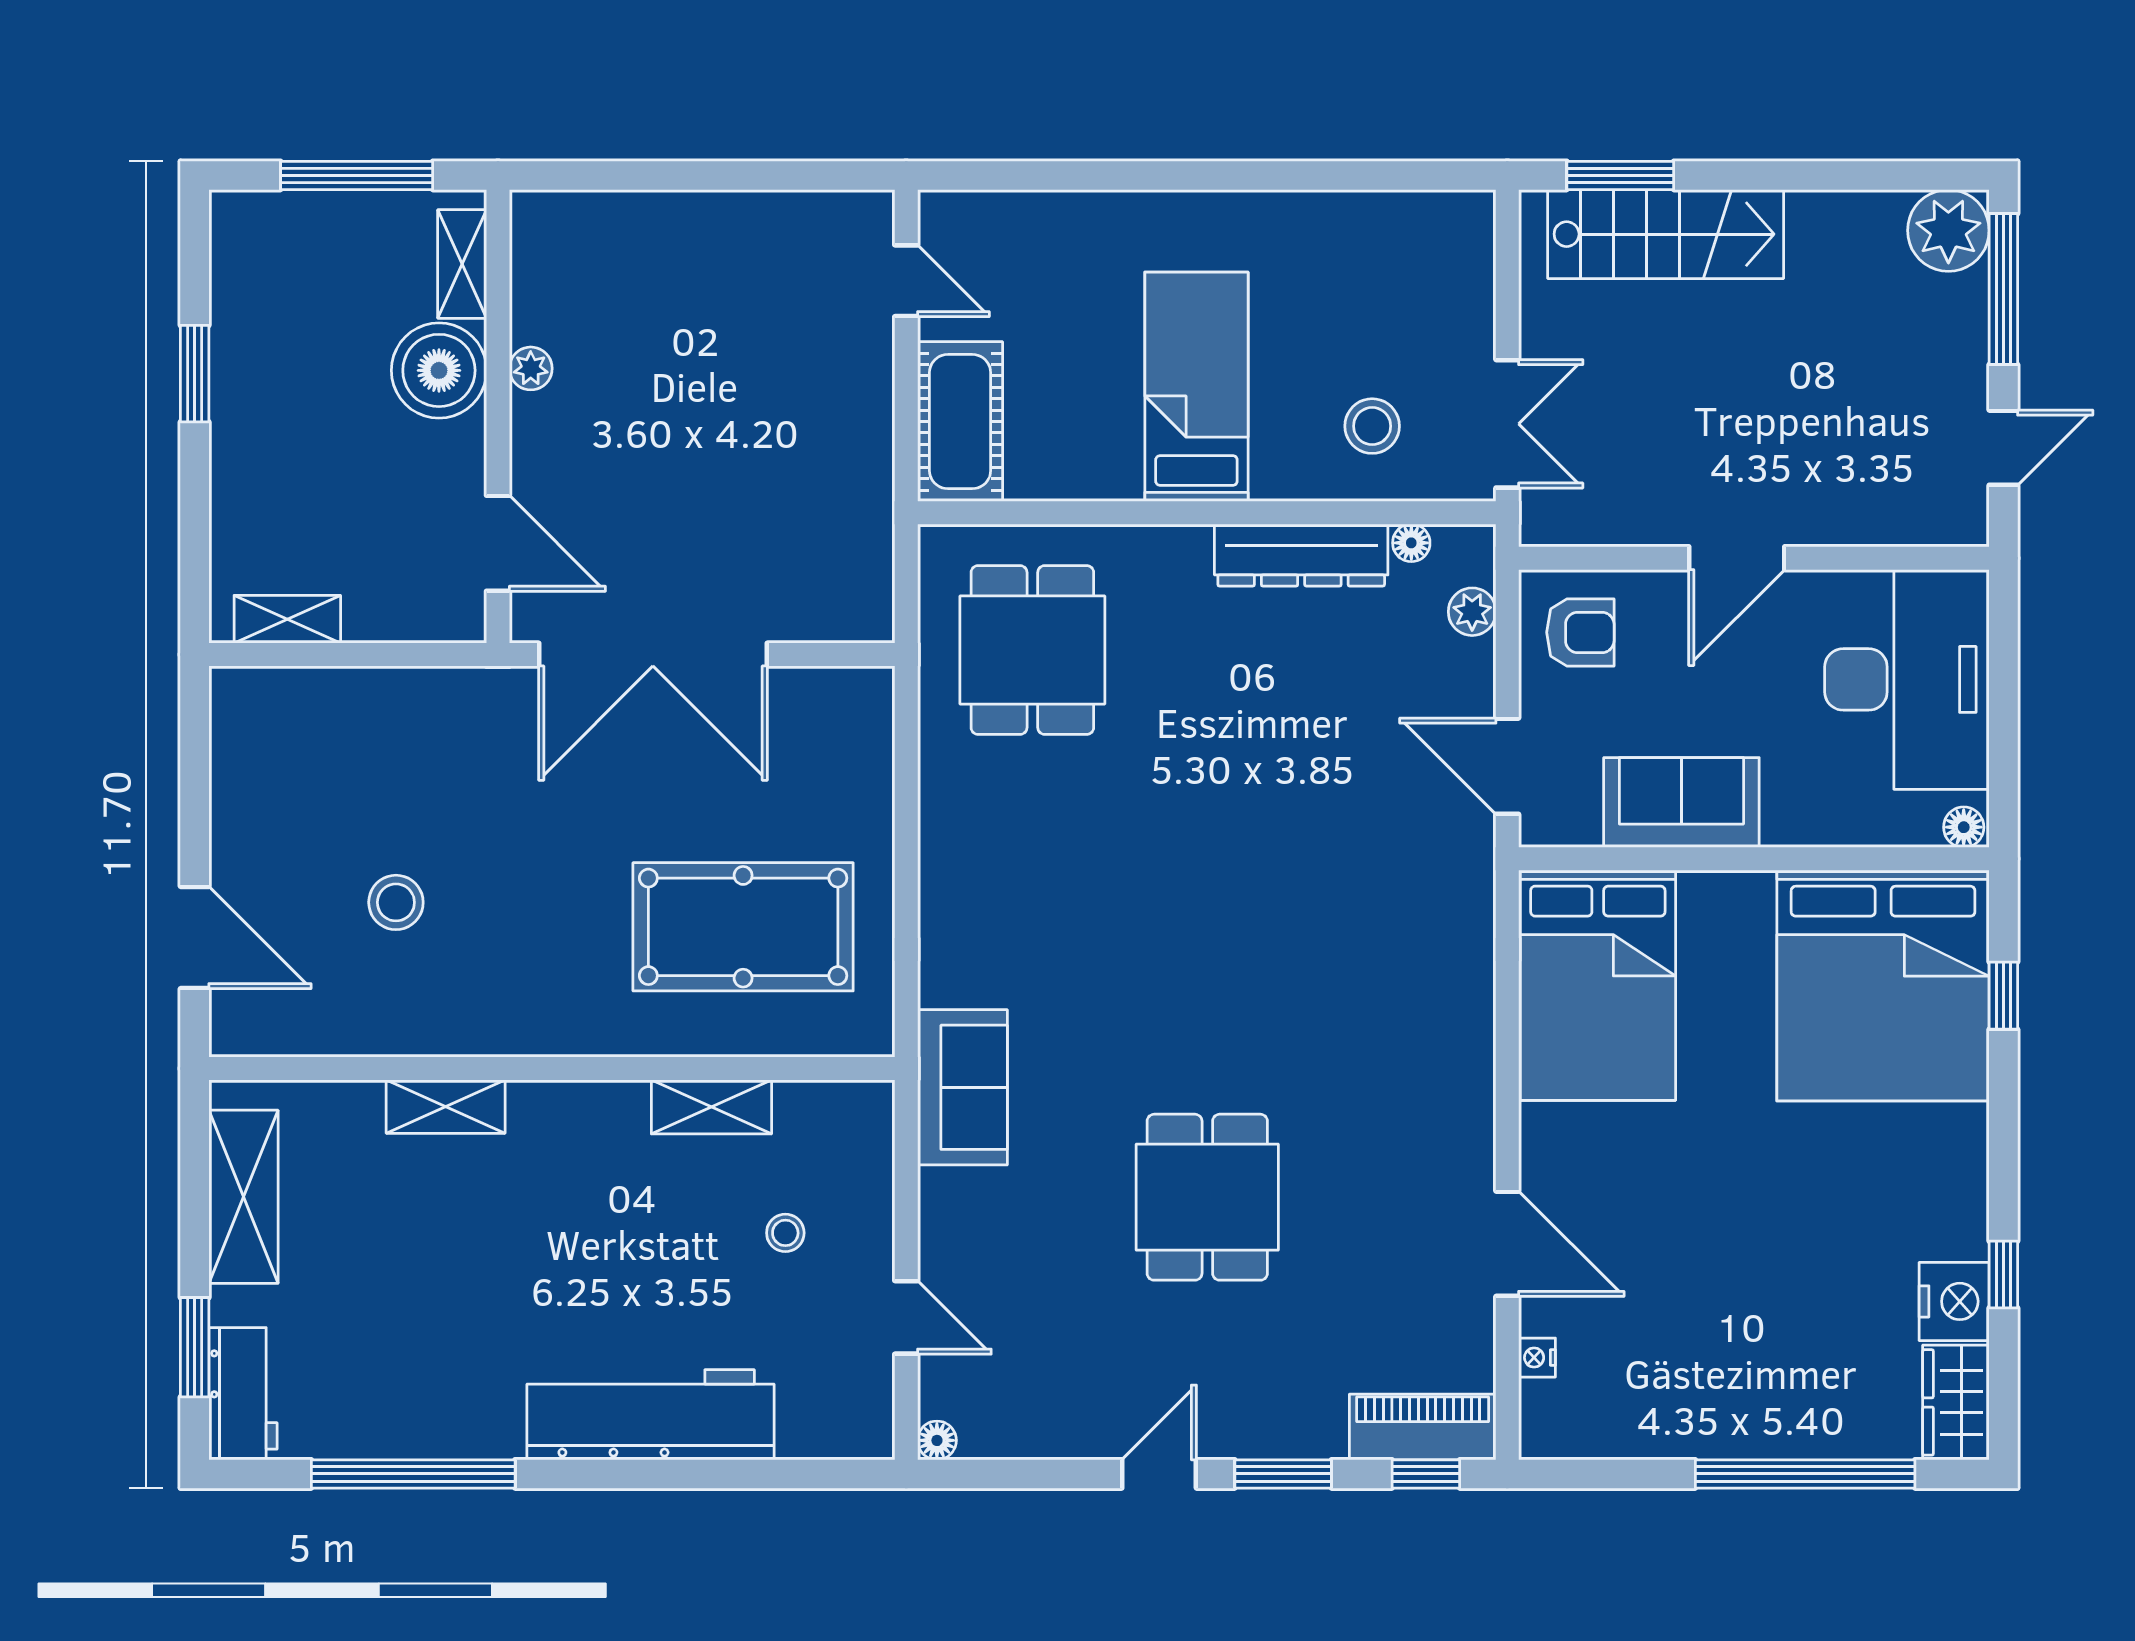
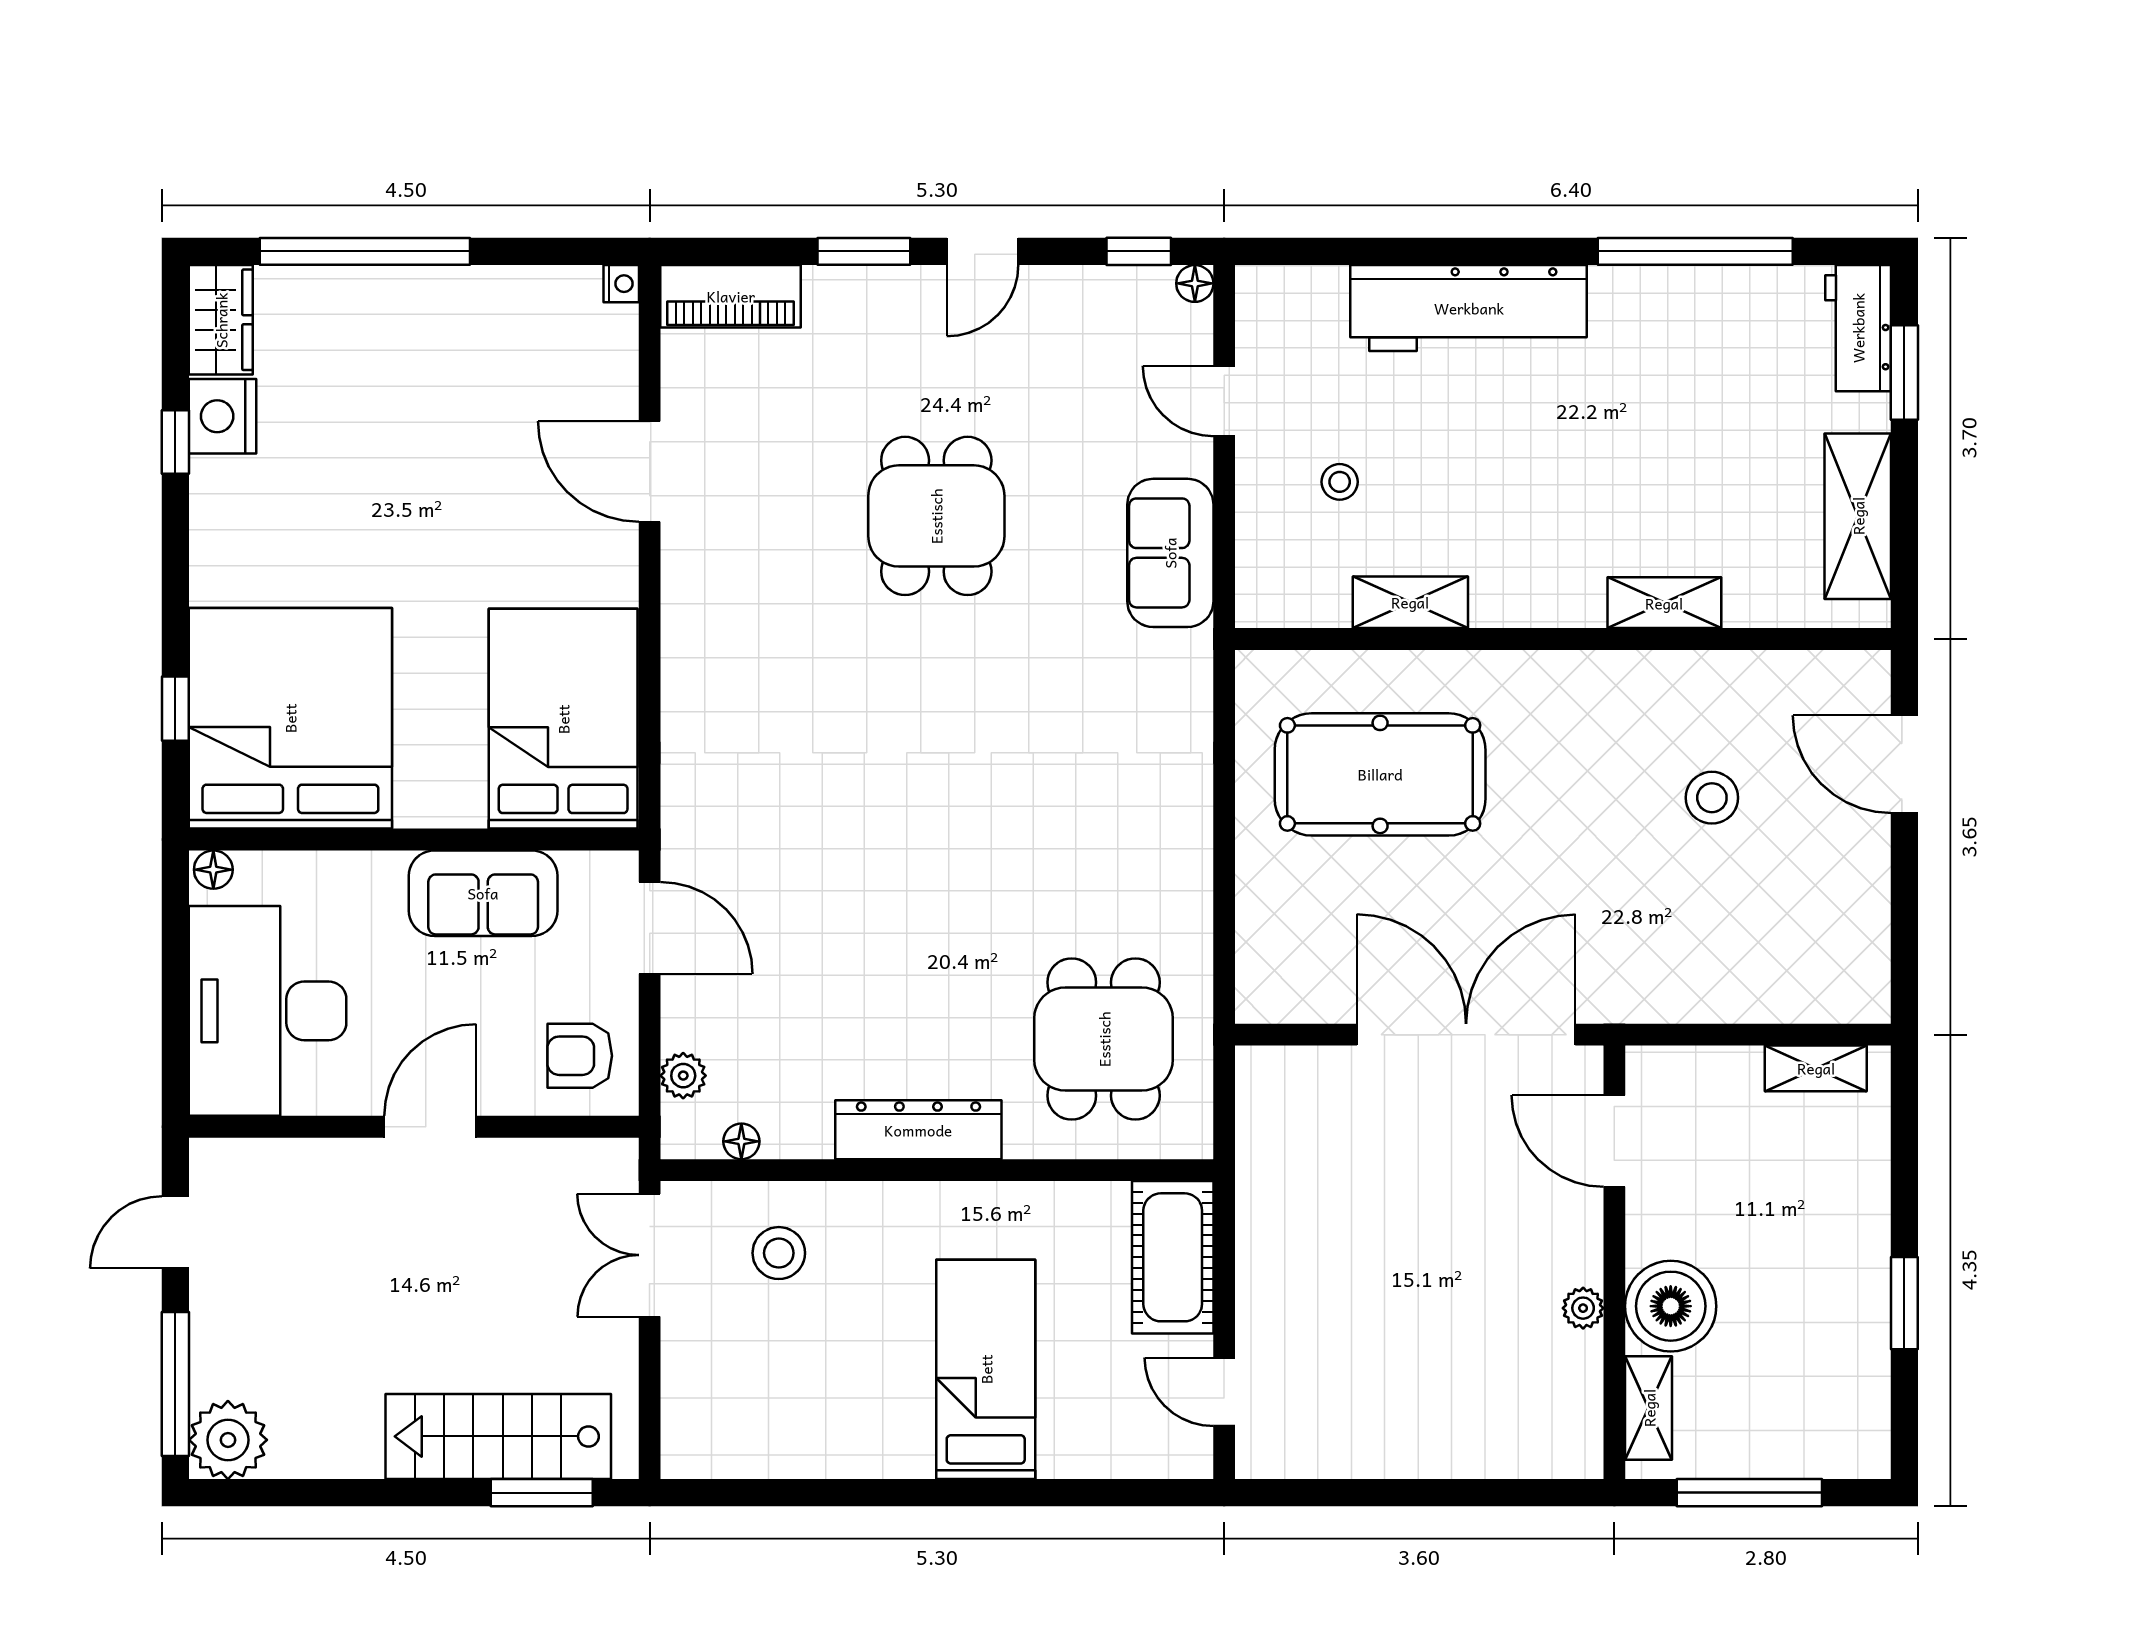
bed: (1196, 387) -> (986, 1369), moved, turned 180
dresser: (1301, 555) -> (918, 1130), moved
sofa: (962, 1087) -> (1170, 553), moved
nightstand: (1537, 1358) -> (621, 284), moved
window: (1426, 1474) -> (1139, 251), moved

